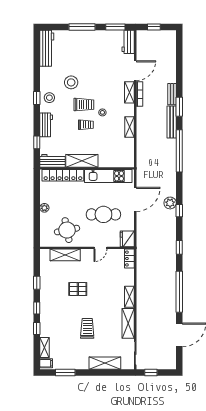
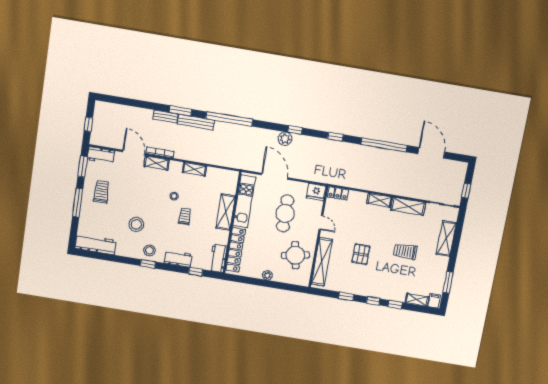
trolley: (84, 105) -> (101, 192), moved
shelving: (82, 161) -> (226, 212), moved
shelving: (65, 255) -> (322, 262), width x1.47

